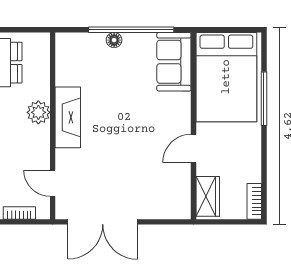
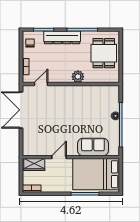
sofa: (174, 62) -> (93, 147), moved
fireplace: (68, 117) -> (75, 92), removed
door: (194, 149) -> (59, 157), hinge flipped

